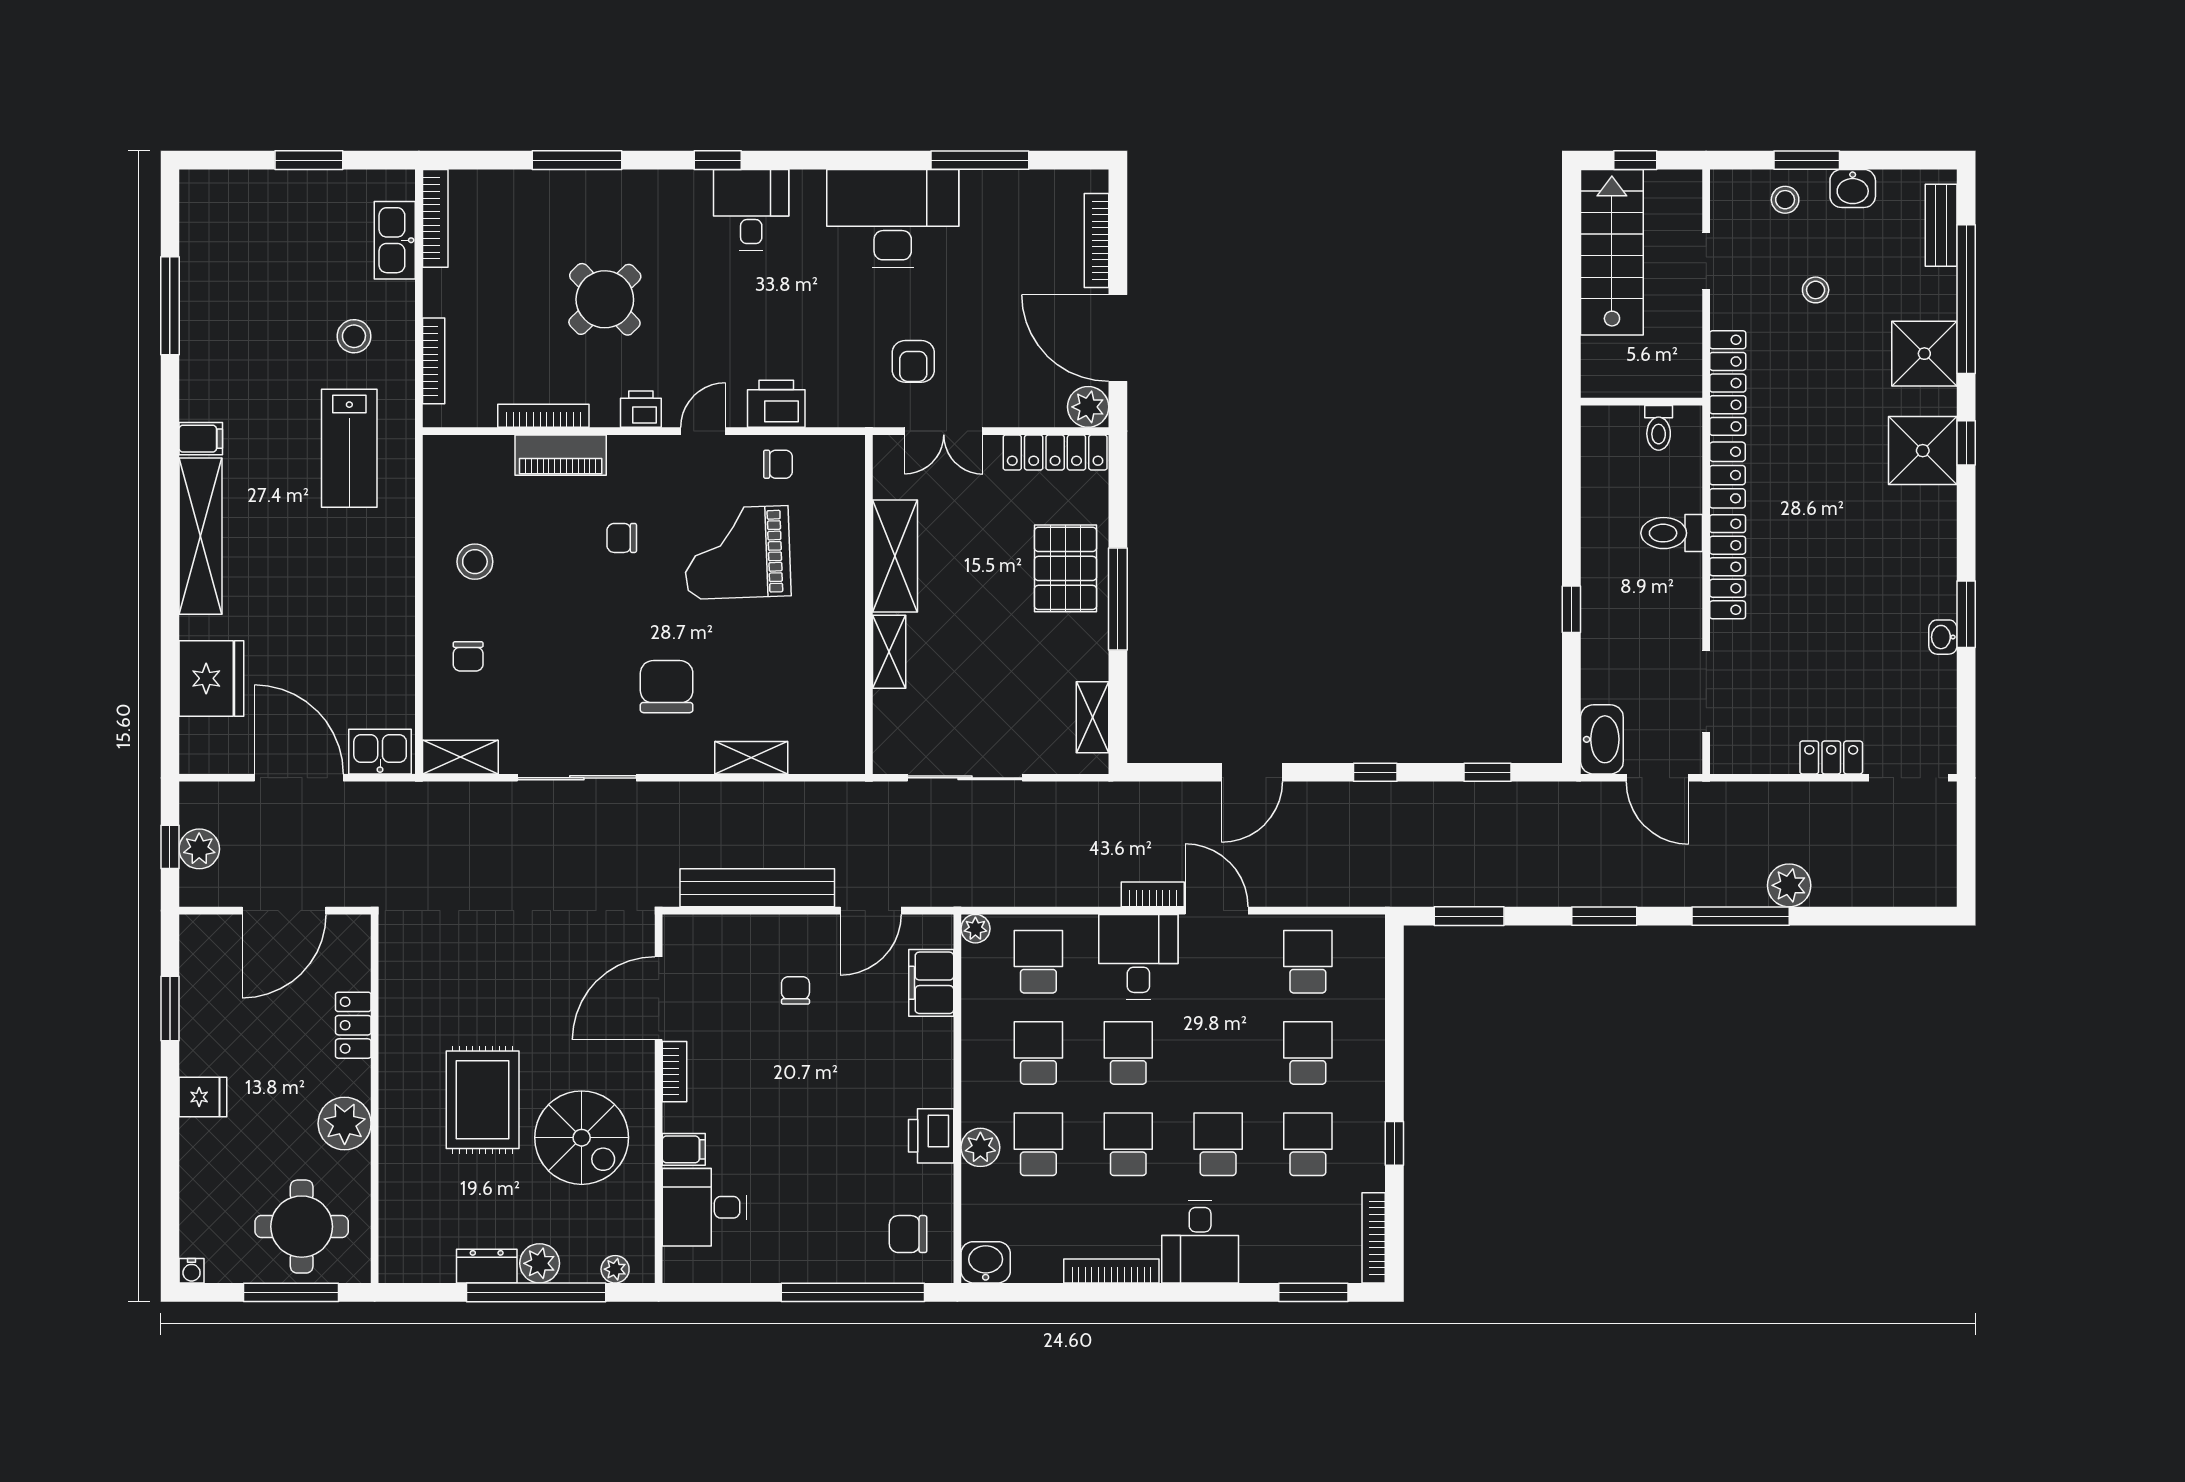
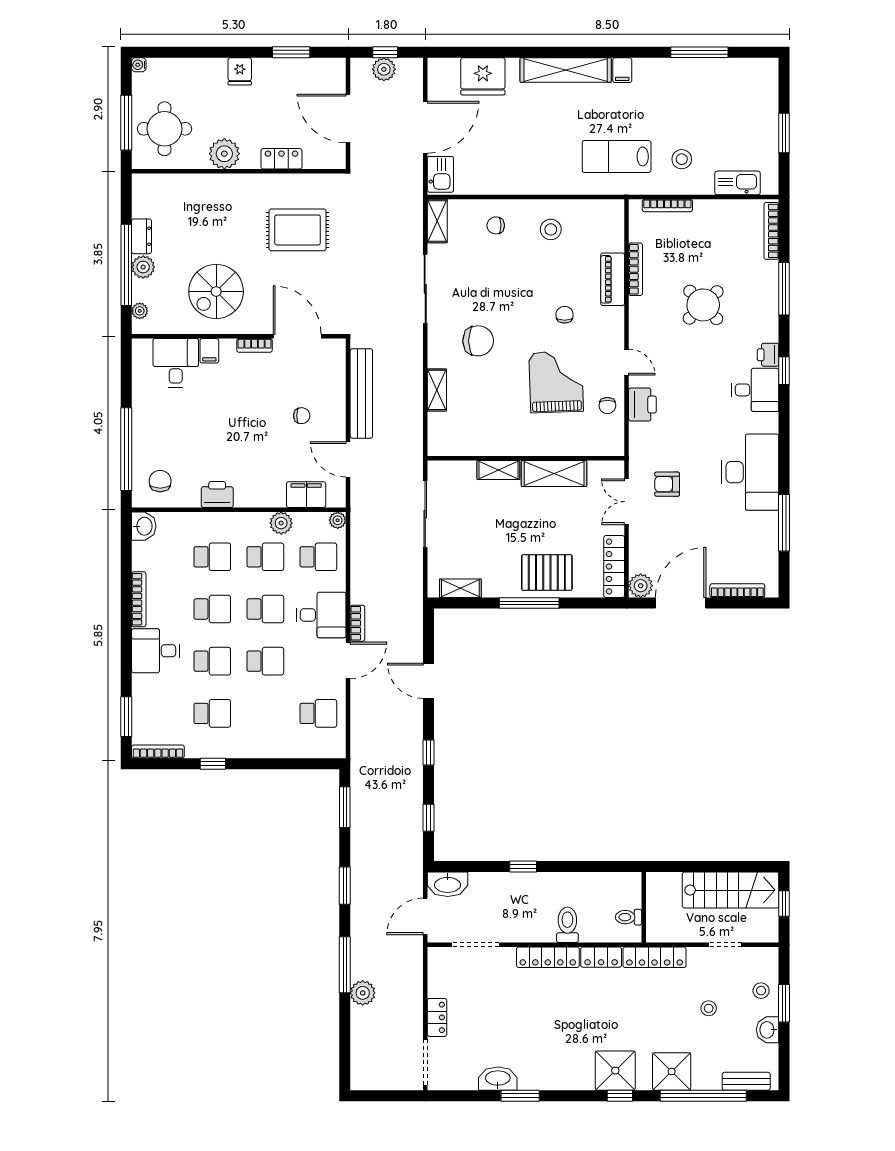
bookcase: (435, 218) -> (771, 231), moved, turned 90
printer: (641, 409) -> (768, 355), moved, turned 180
washbasin: (1943, 637) -> (498, 1079), width x1.91, depth x1.45
school desk: (1308, 1053) -> (265, 661), moved
rug: (483, 1100) -> (298, 230), moved
plant: (980, 1147) -> (281, 523), moved

